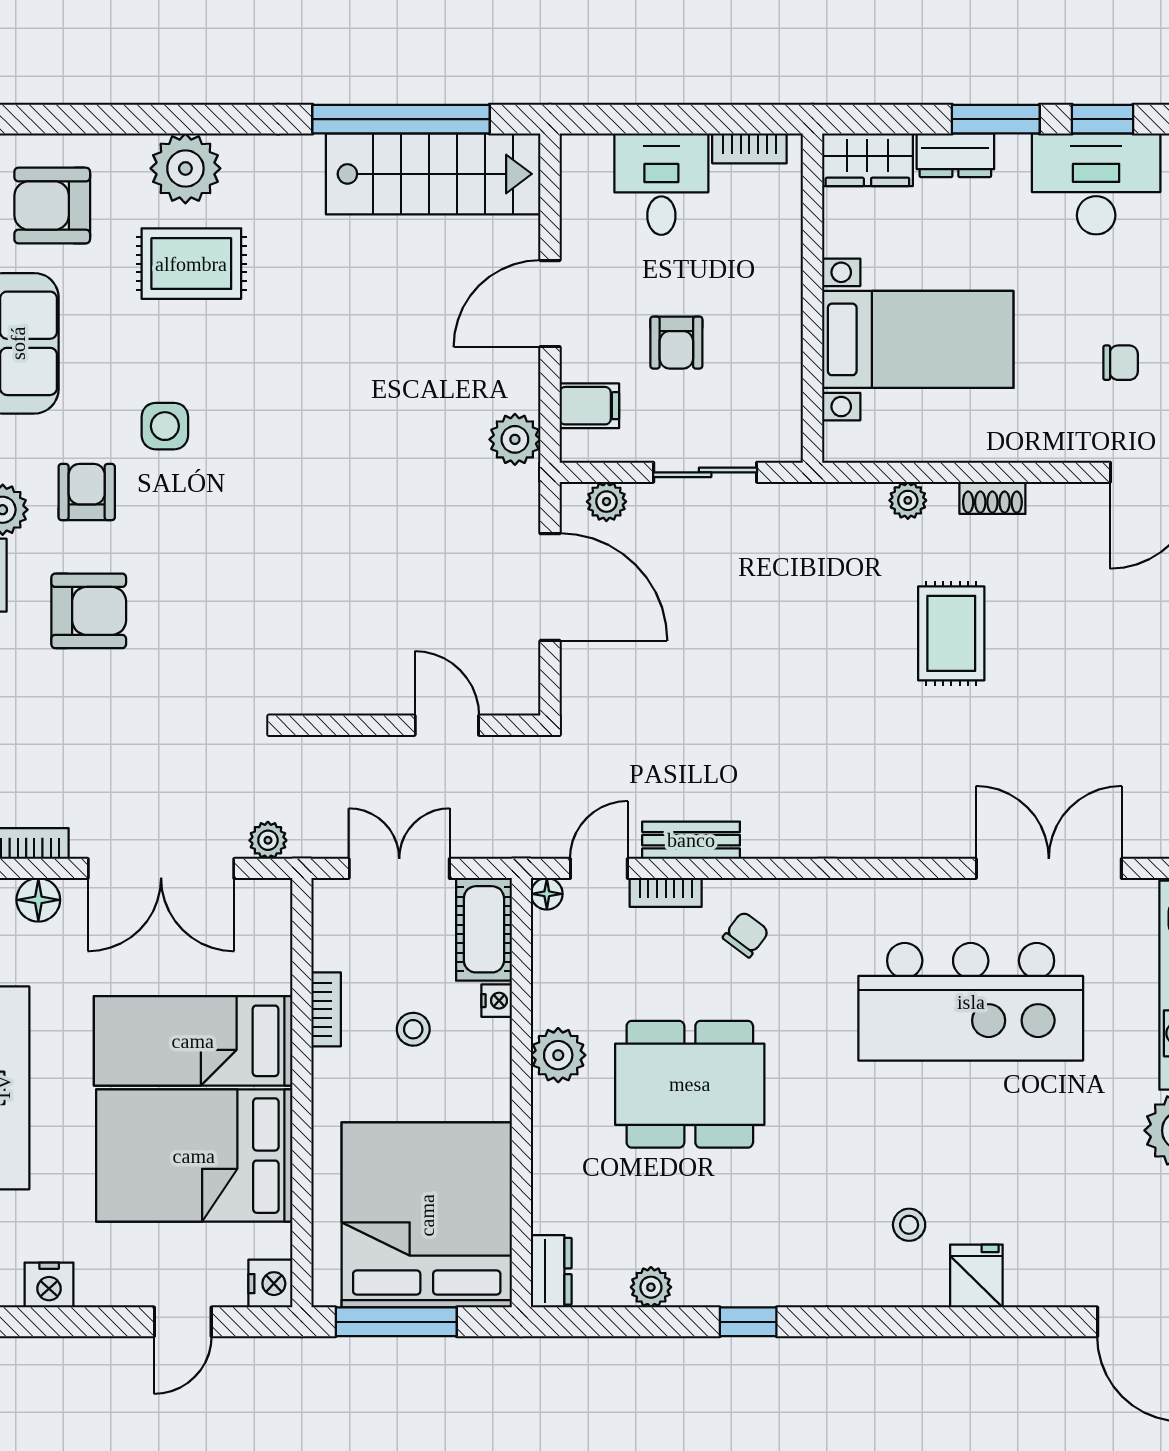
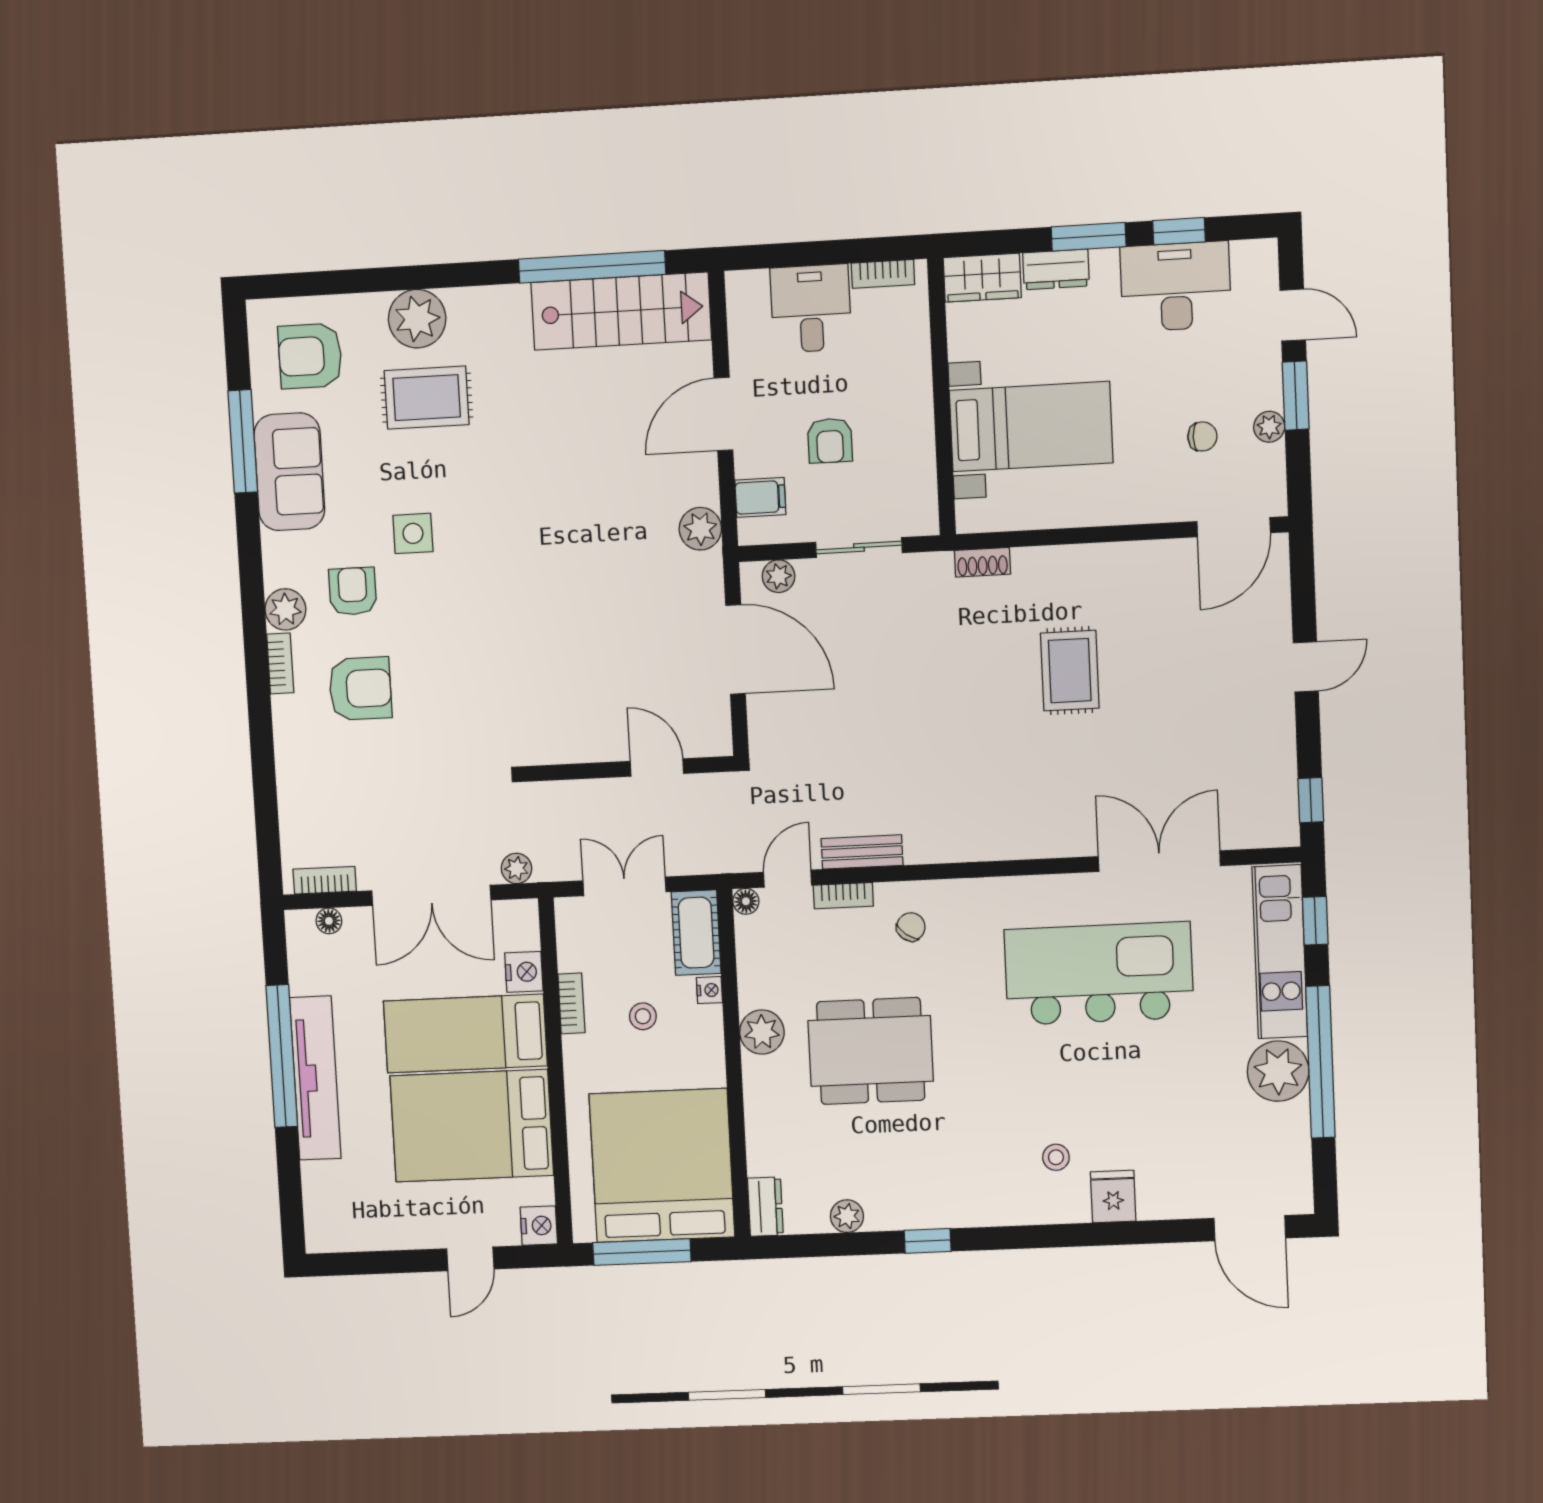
shoe rack: (992, 498) -> (982, 562), moved
plant: (908, 500) -> (1029, 562), removed
floor lamp: (38, 900) -> (329, 921), width x0.73, depth x0.73
kitchen island: (971, 1002) -> (1099, 974), turned 180
nightstand: (49, 1285) -> (524, 972), moved, turned -90

